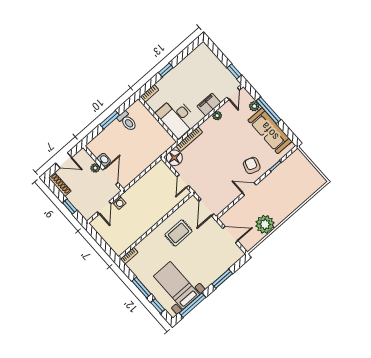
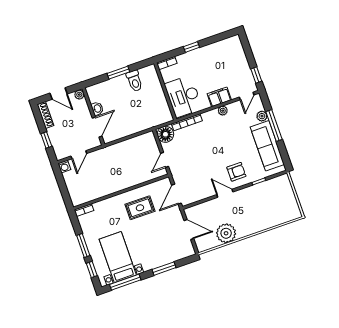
armchair: (252, 165) -> (236, 172), turned 71
plant: (95, 168) -> (79, 95), moved
washing machine: (119, 203) -> (64, 167), moved

